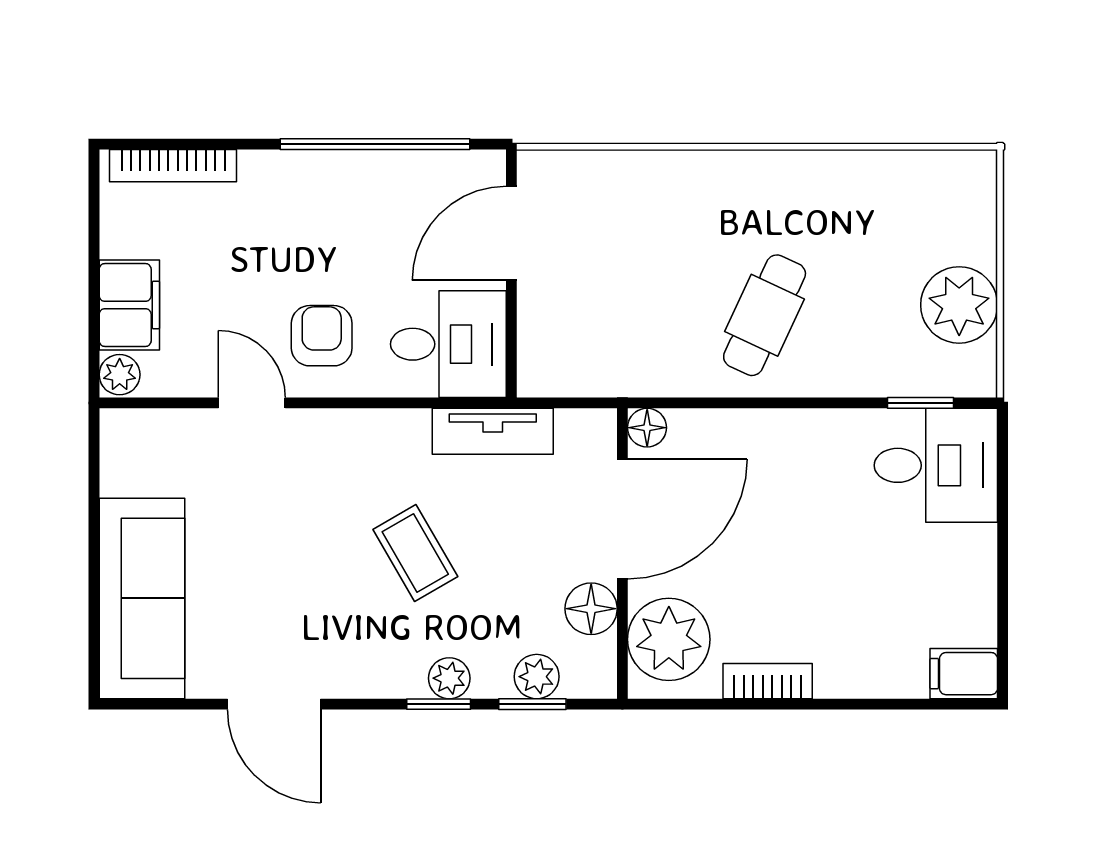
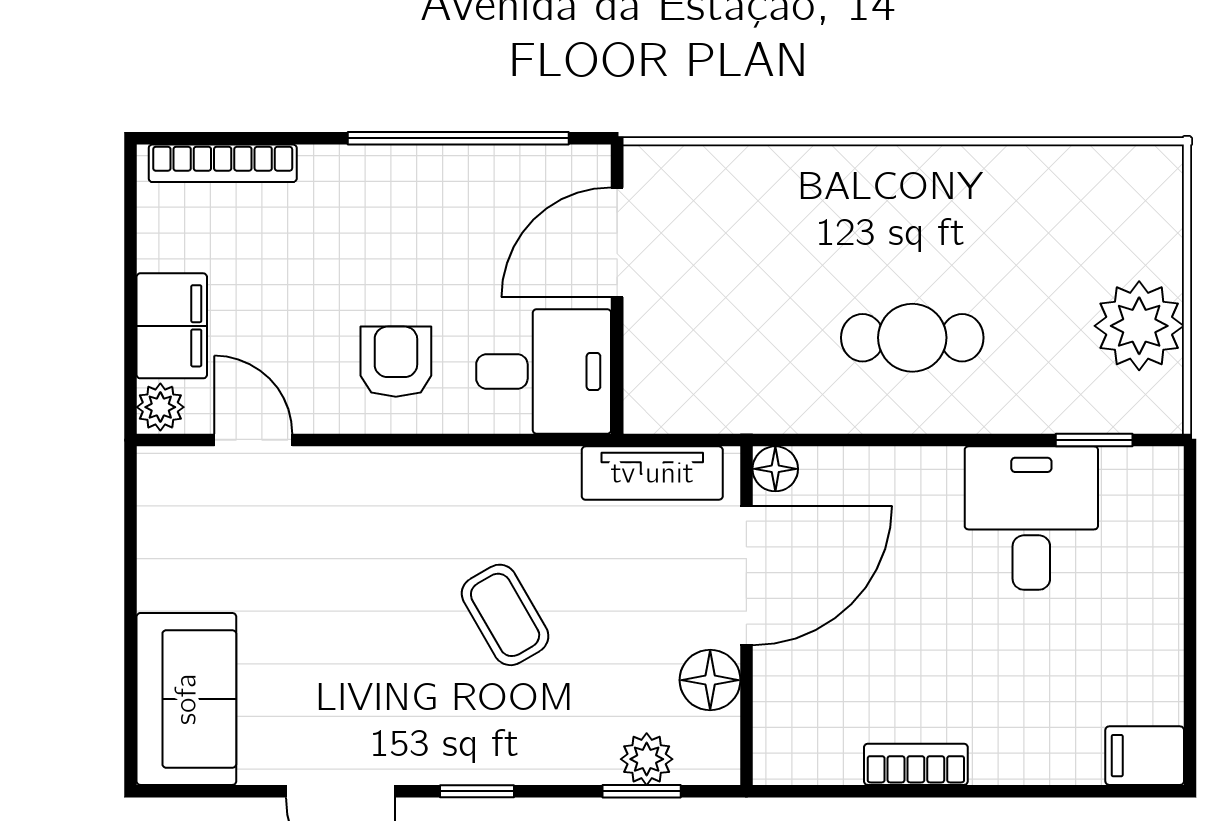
cafe table: (765, 315) -> (912, 338), turned 65
door: (252, 403) -> (253, 440), moved
tv unit: (493, 431) -> (652, 473), moved
desk: (936, 465) -> (1031, 518), moved, turned -90
sofa: (142, 598) -> (186, 699), width x0.73
plant: (669, 639) -> (801, 716), removed
plant: (449, 678) -> (545, 761), removed
window: (439, 704) -> (477, 791), moved

